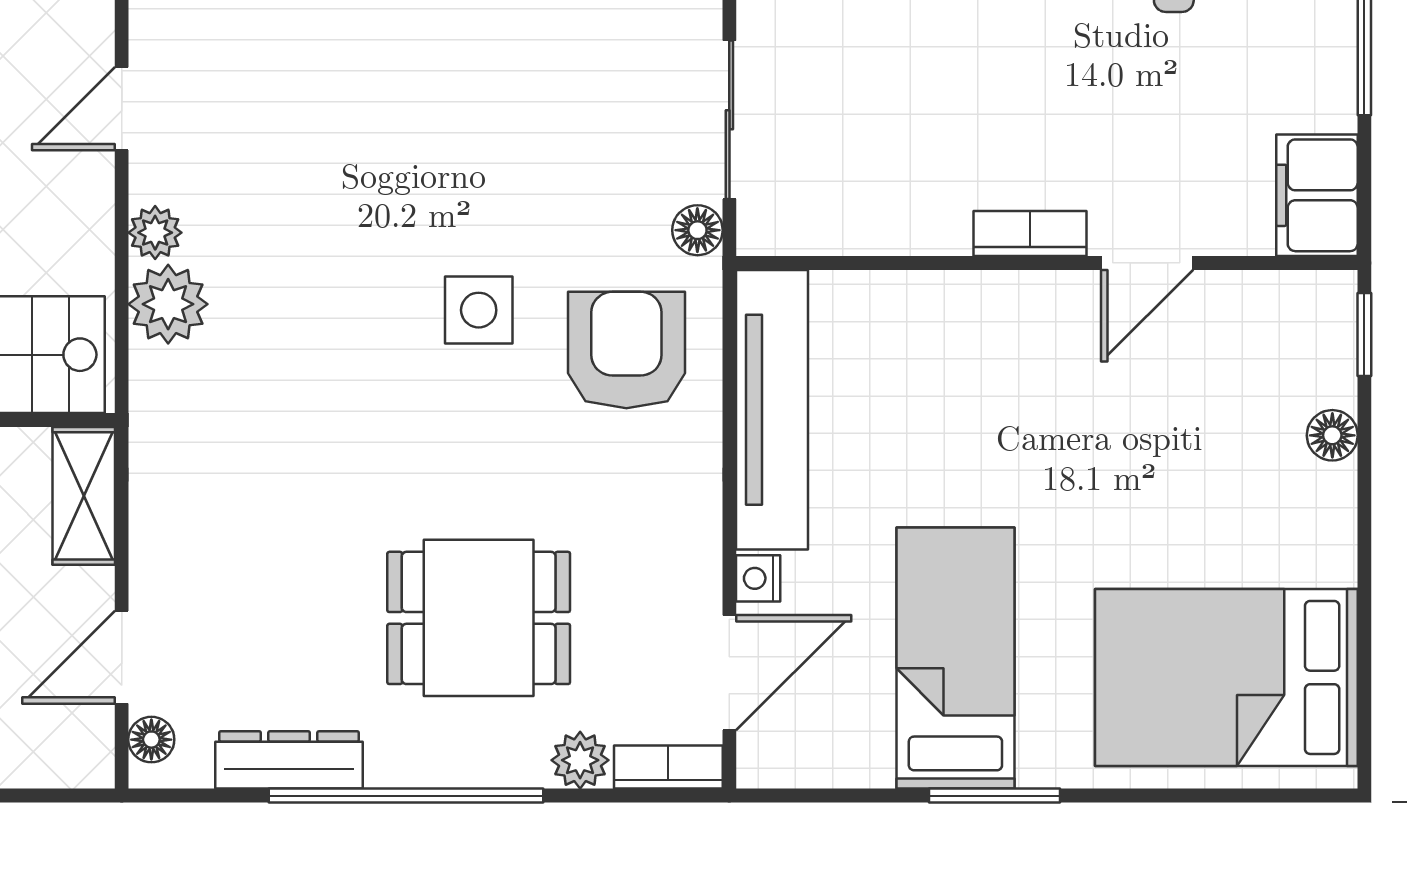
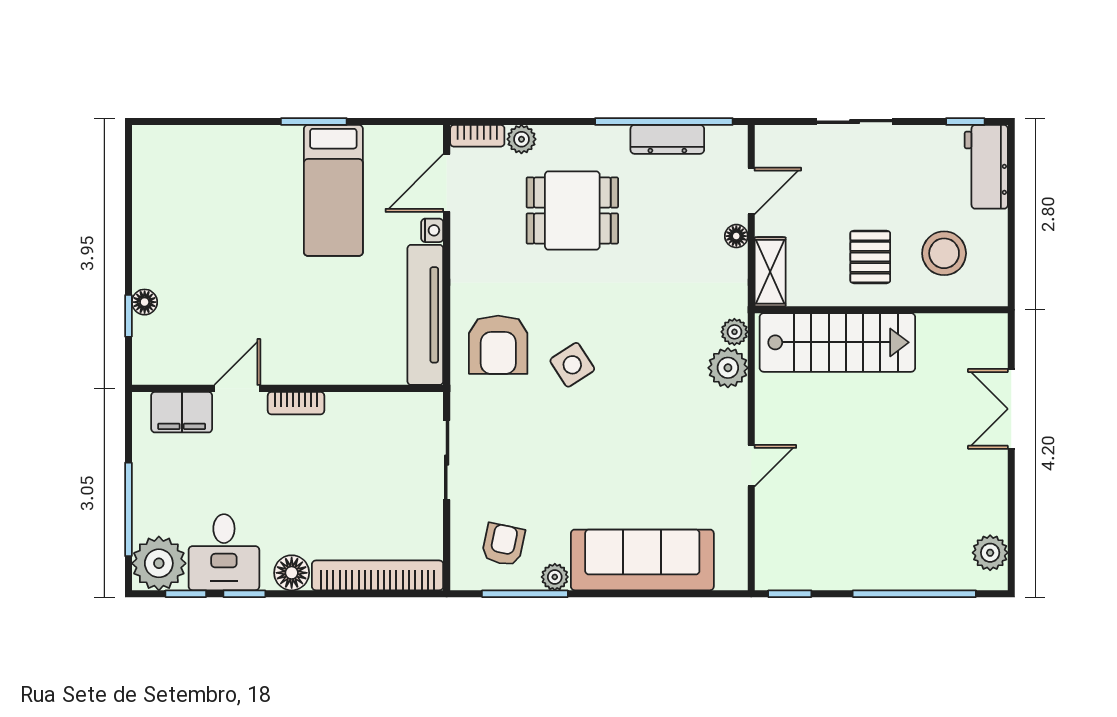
filing cabinet: (1317, 195) -> (182, 412), moved, turned 90
floor lamp: (697, 230) -> (463, 405), removed
plant: (155, 233) -> (734, 332), moved
side table: (479, 310) -> (572, 365), turned -33
window: (1364, 335) -> (128, 316), moved
bed: (1226, 677) -> (198, 181), removed
floor lamp: (151, 740) -> (736, 236), moved
window: (406, 796) -> (664, 121), moved

